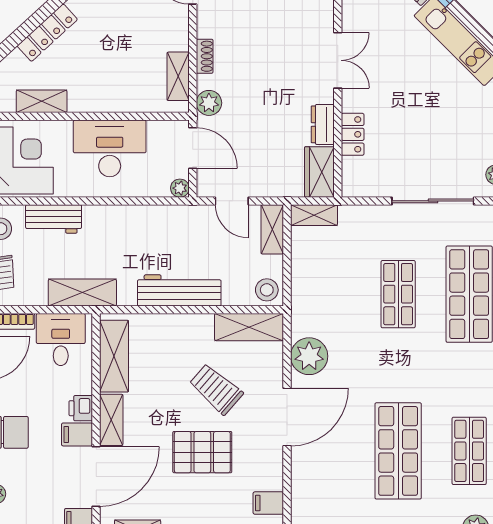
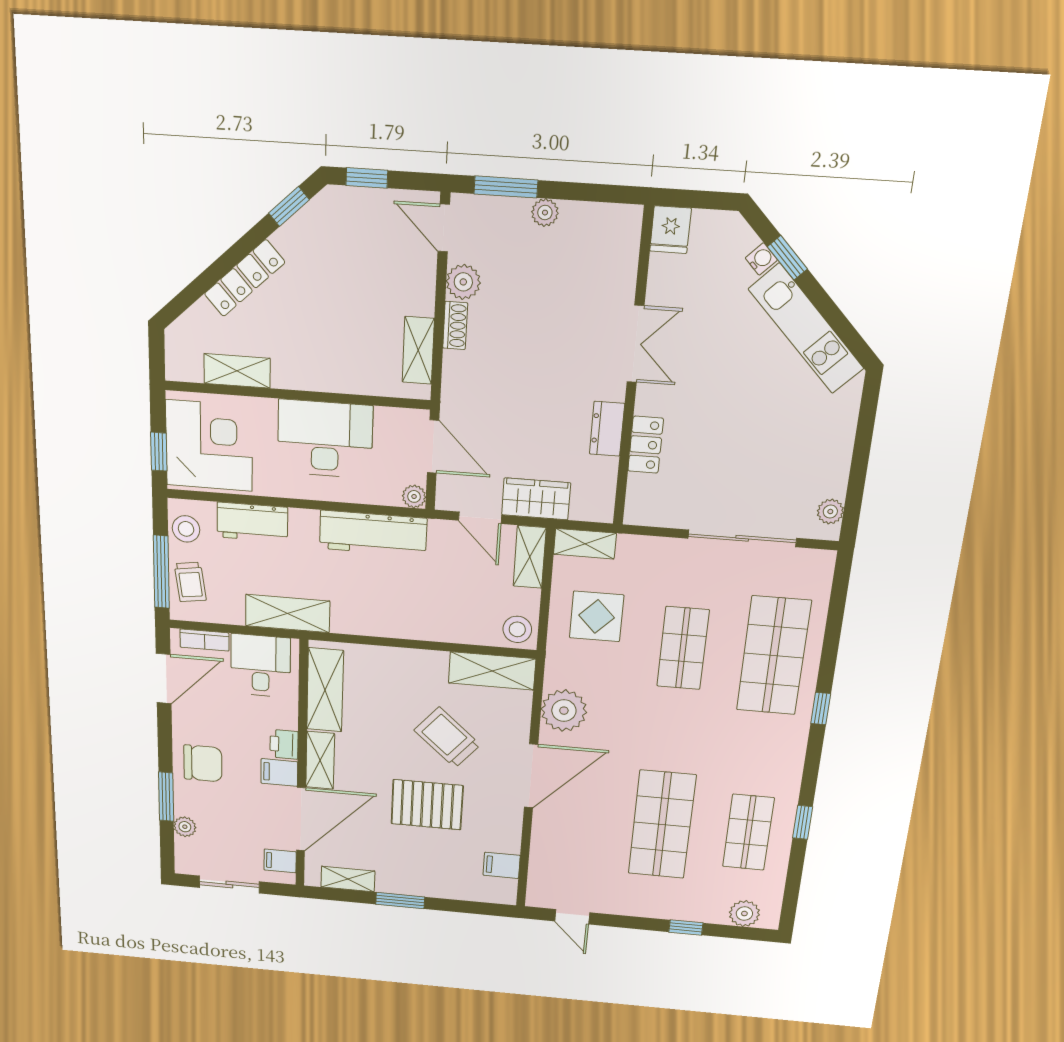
plant: (209, 103) -> (463, 282), moved
wardrobe: (319, 172) -> (536, 499), moved, turned 90
display table: (328, 274) -> (597, 616), added
workbench: (179, 290) -> (373, 533), moved, turned 180

